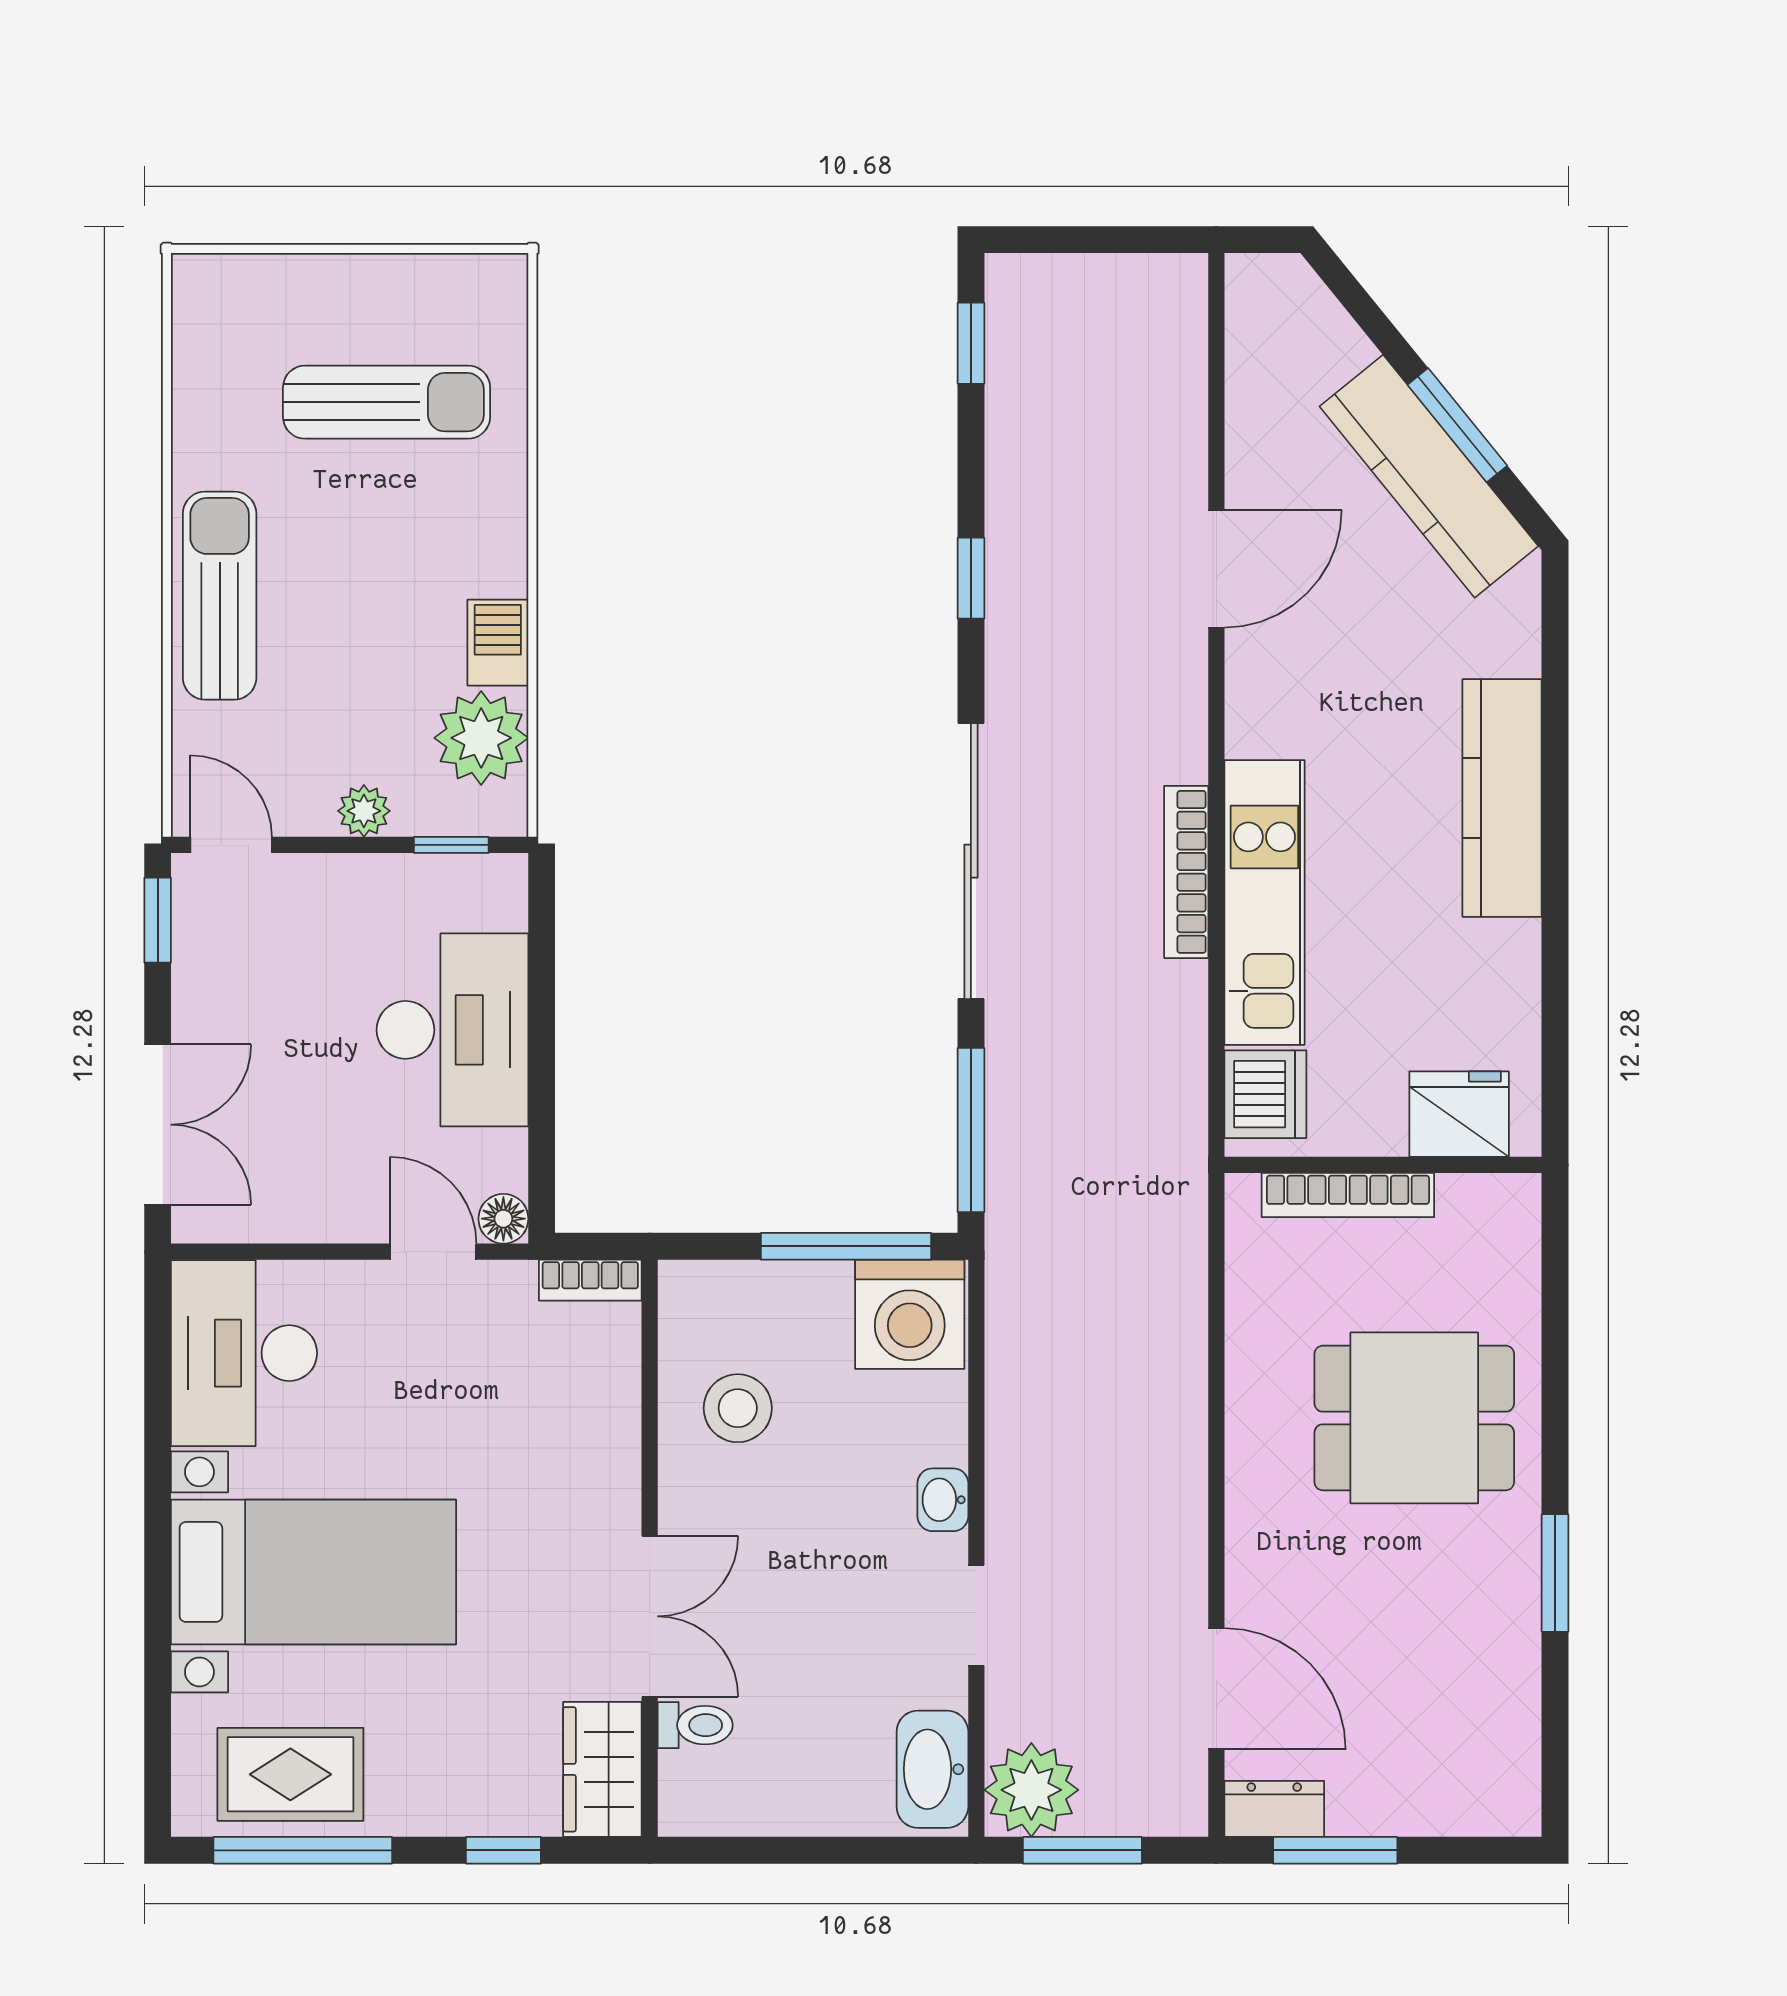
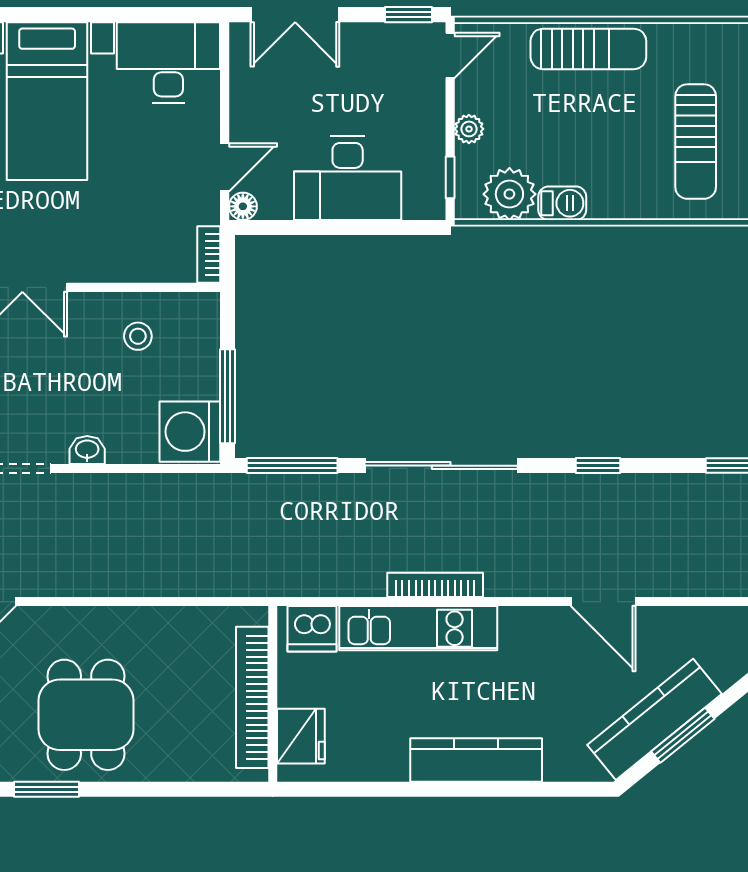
bookcase: (1348, 1195) -> (252, 697), width x1.48, depth x1.31
stool: (738, 1408) -> (138, 336), width x0.73, depth x0.73
dining table: (1414, 1418) -> (86, 715), moved

